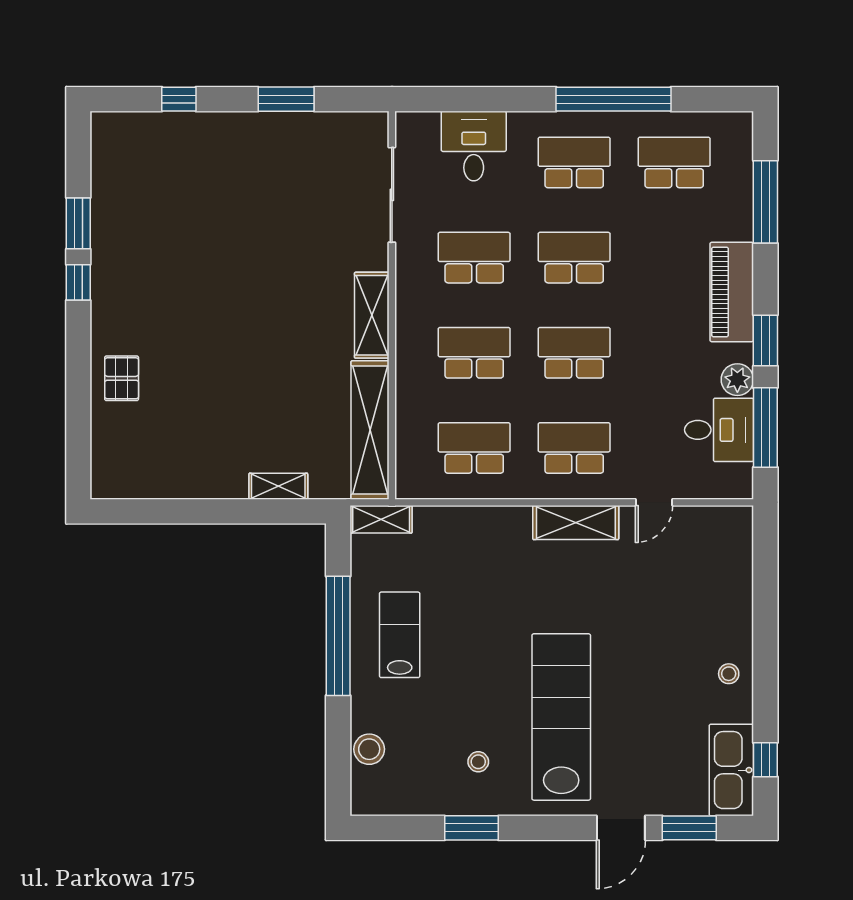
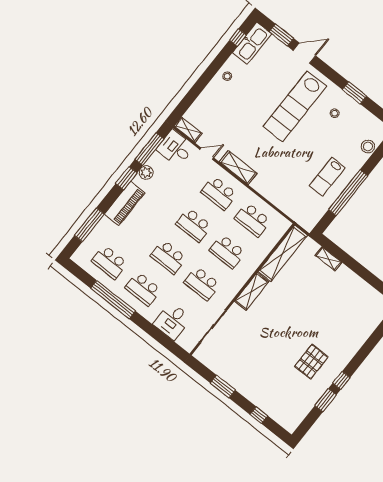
pallet: (122, 378) -> (311, 362), moved, width x1.50, depth x1.42
desk: (719, 430) -> (175, 148), moved
shelving: (381, 519) -> (188, 130), moved

